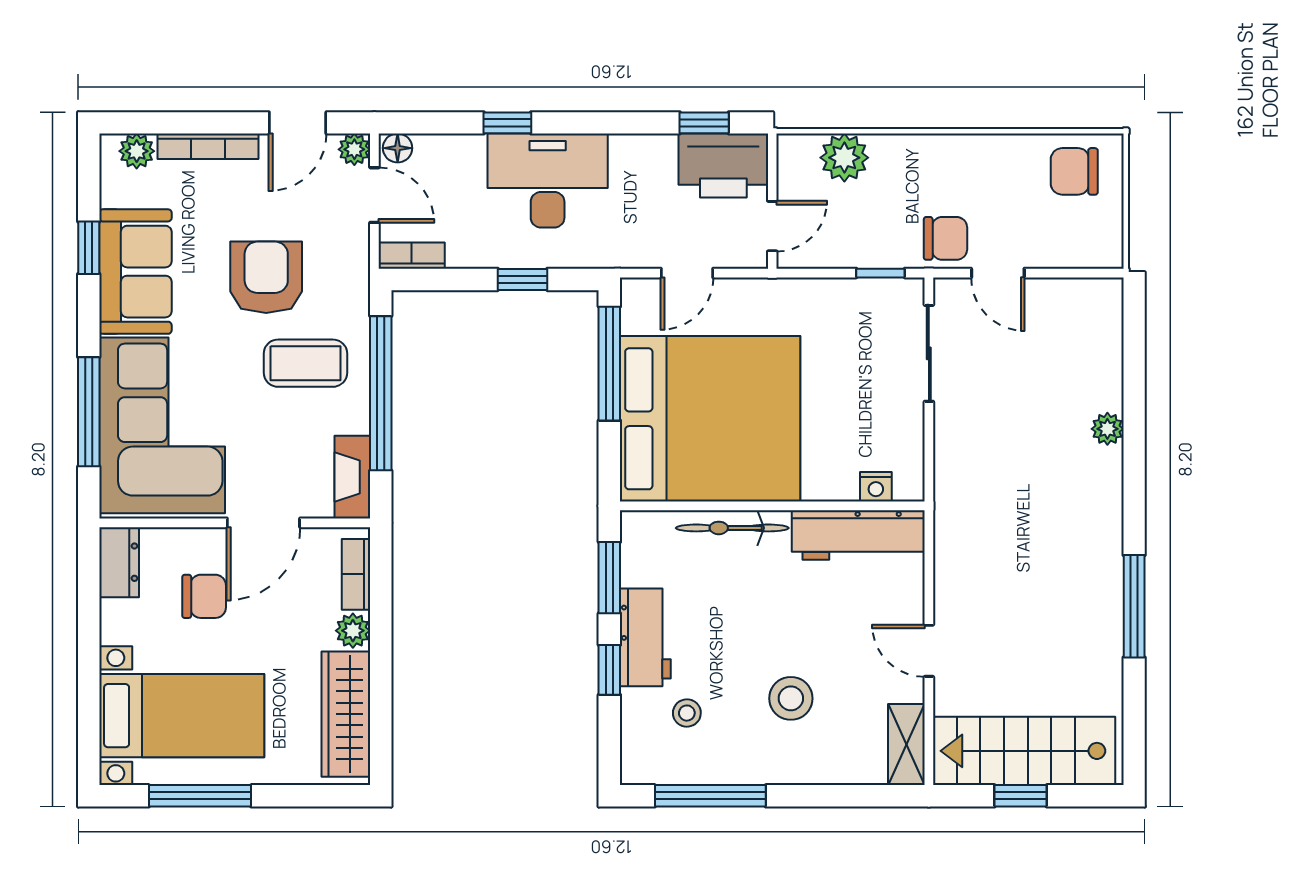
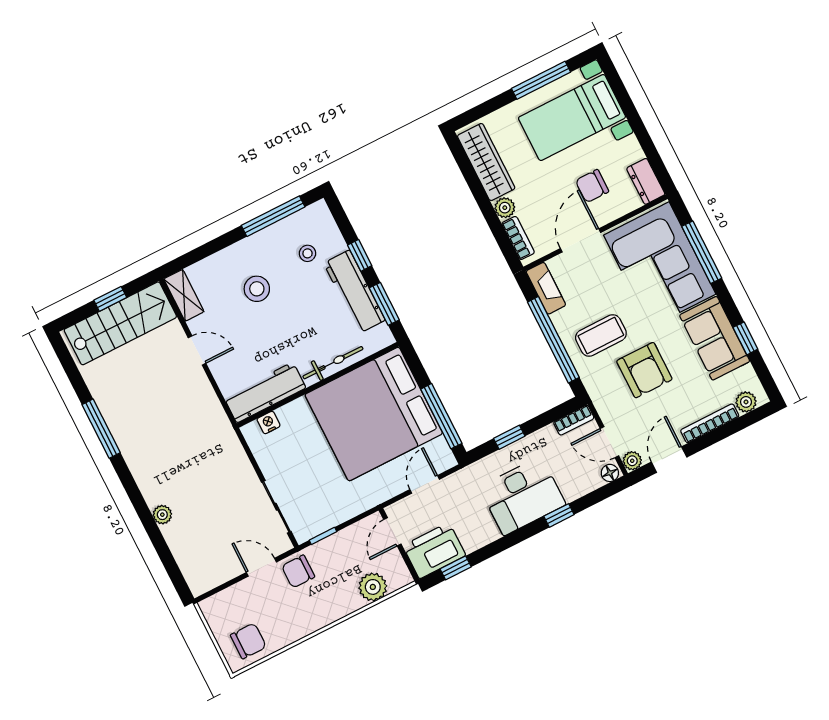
workbench: (645, 637) -> (354, 292), width x1.38

